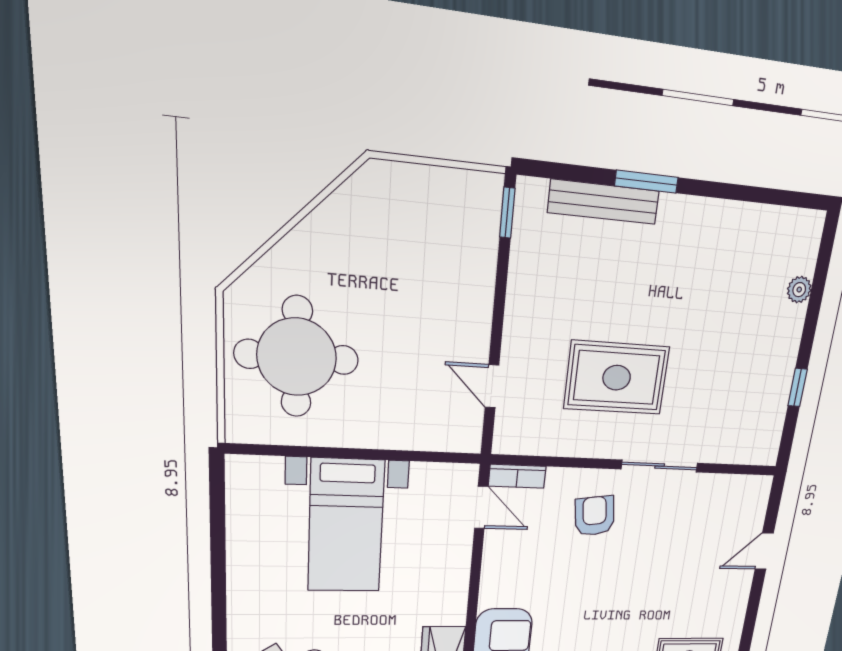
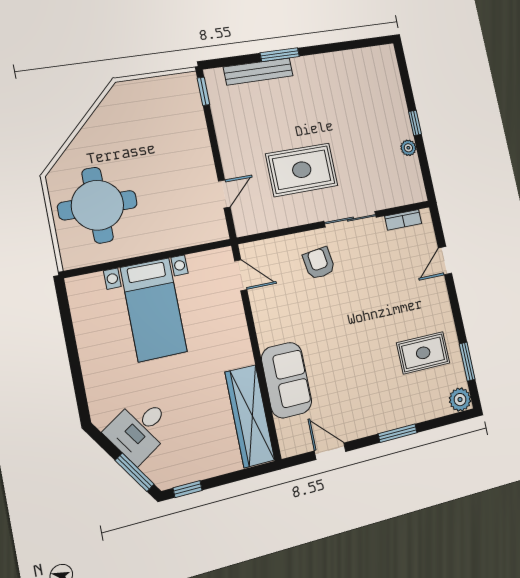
plant: (799, 290) -> (408, 148), moved
door: (492, 386) -> (224, 194), swing flipped
window: (798, 387) -> (415, 123), moved
bookcase: (517, 476) -> (403, 220), moved

